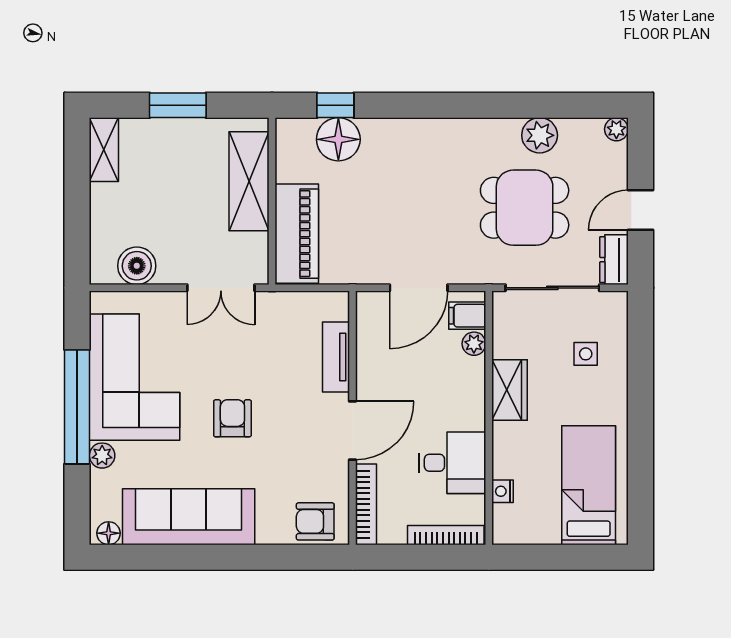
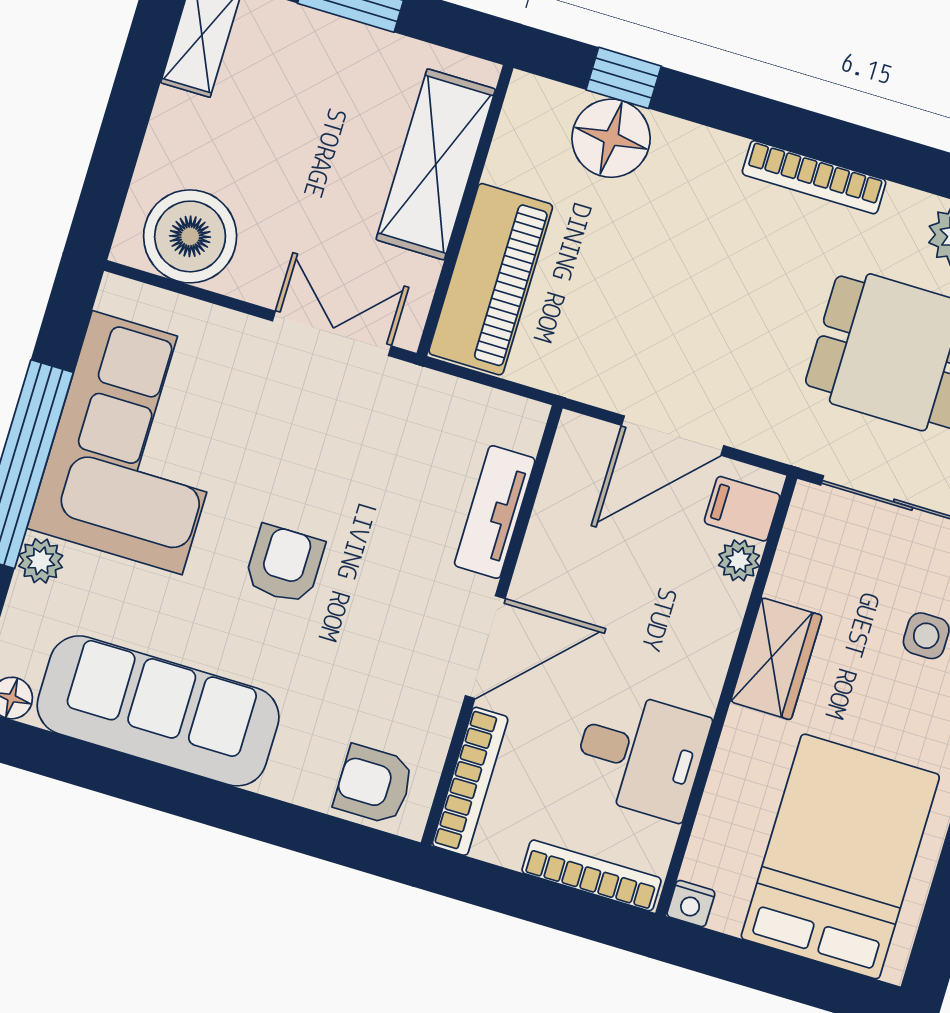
bookcase: (453, 128) -> (814, 177), added
boiler: (137, 266) -> (190, 236), width x1.37, depth x1.37
double door: (221, 288) -> (332, 333), swing flipped
bed: (589, 485) -> (840, 856), width x1.50
nightstand: (503, 491) -> (691, 904), moved, turned -90

